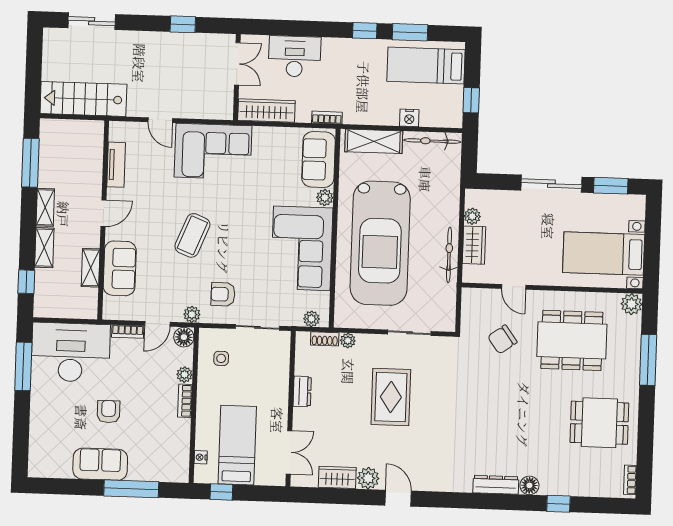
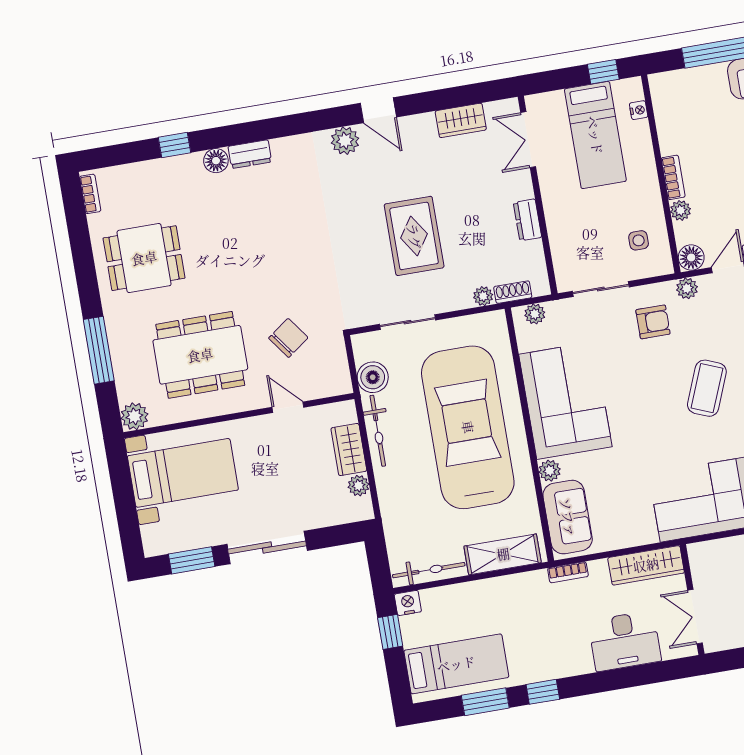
nightstand: (409, 118) -> (408, 603), moved
boiler: (444, 296) -> (373, 377), added
plant: (368, 478) -> (345, 141), moved
dresser: (496, 485) -> (250, 154), width x0.70

